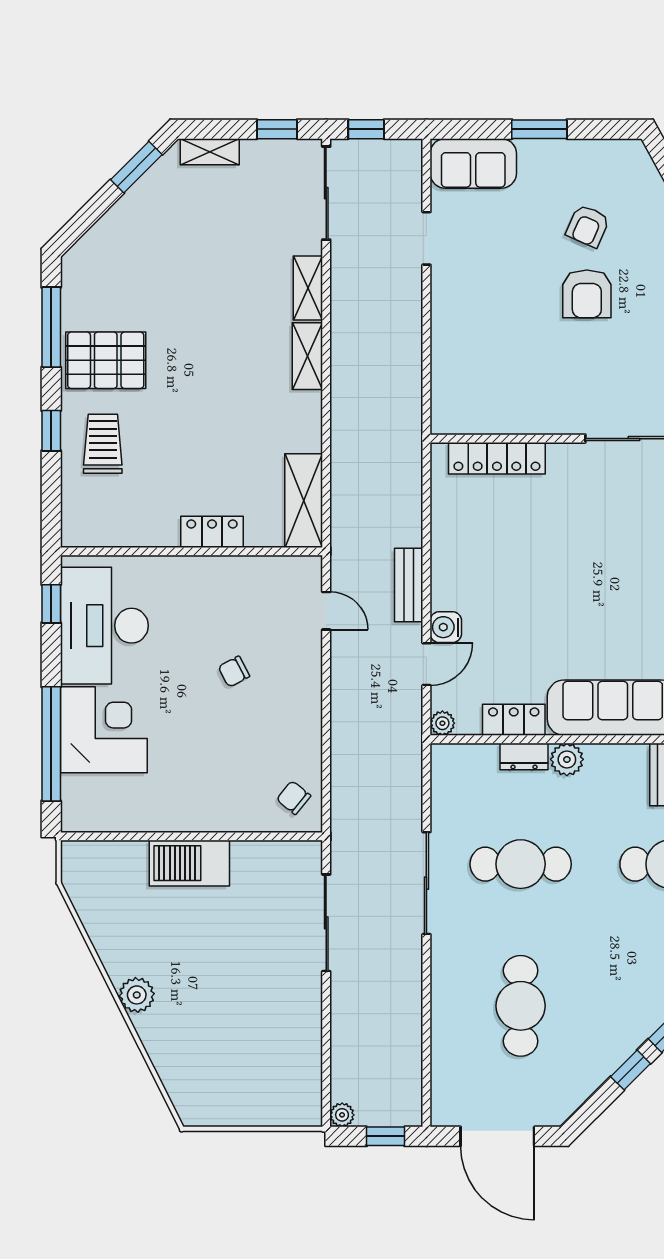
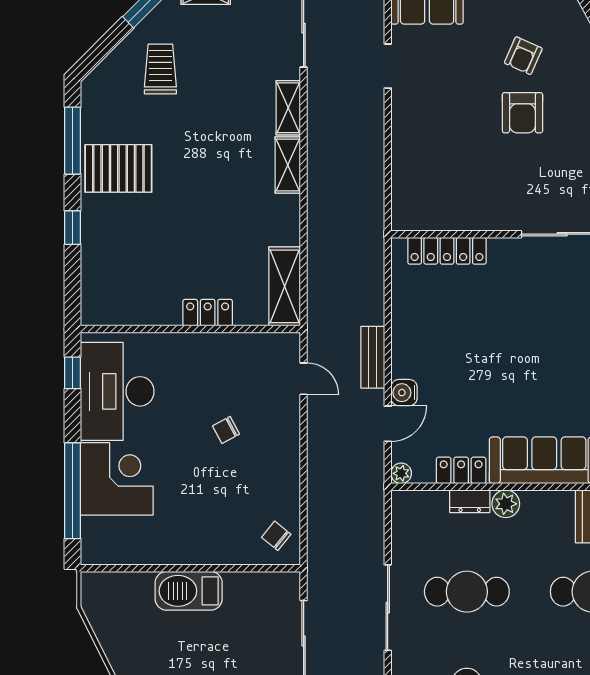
trolley: (103, 444) -> (160, 69), moved

